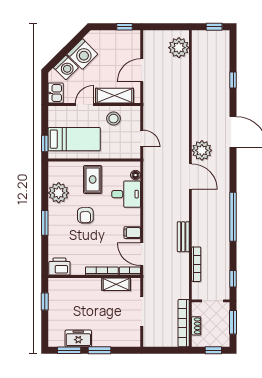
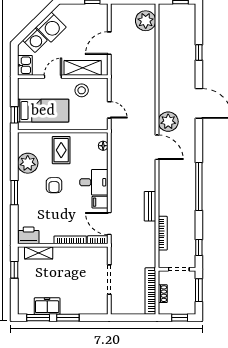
desk: (126, 194) -> (94, 182), moved
shelving: (116, 284) -> (39, 253), moved

